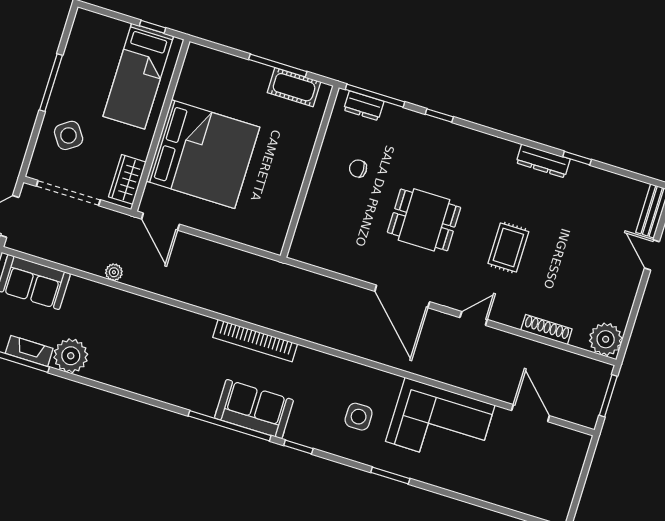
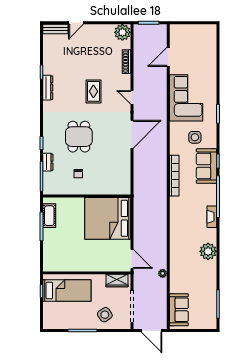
dresser: (364, 106) -> (48, 162), moved
bed: (203, 154) -> (108, 218), moved, turned -90
dining table: (424, 220) -> (79, 137), moved
door: (160, 222) -> (132, 259), hinge flipped
rug: (508, 247) -> (93, 91), turned 90
bookcase: (255, 341) -> (174, 176), moved
fireplace: (29, 351) -> (212, 217), moved
plant: (71, 356) -> (208, 251), moved
sofa: (254, 409) -> (206, 166), moved

